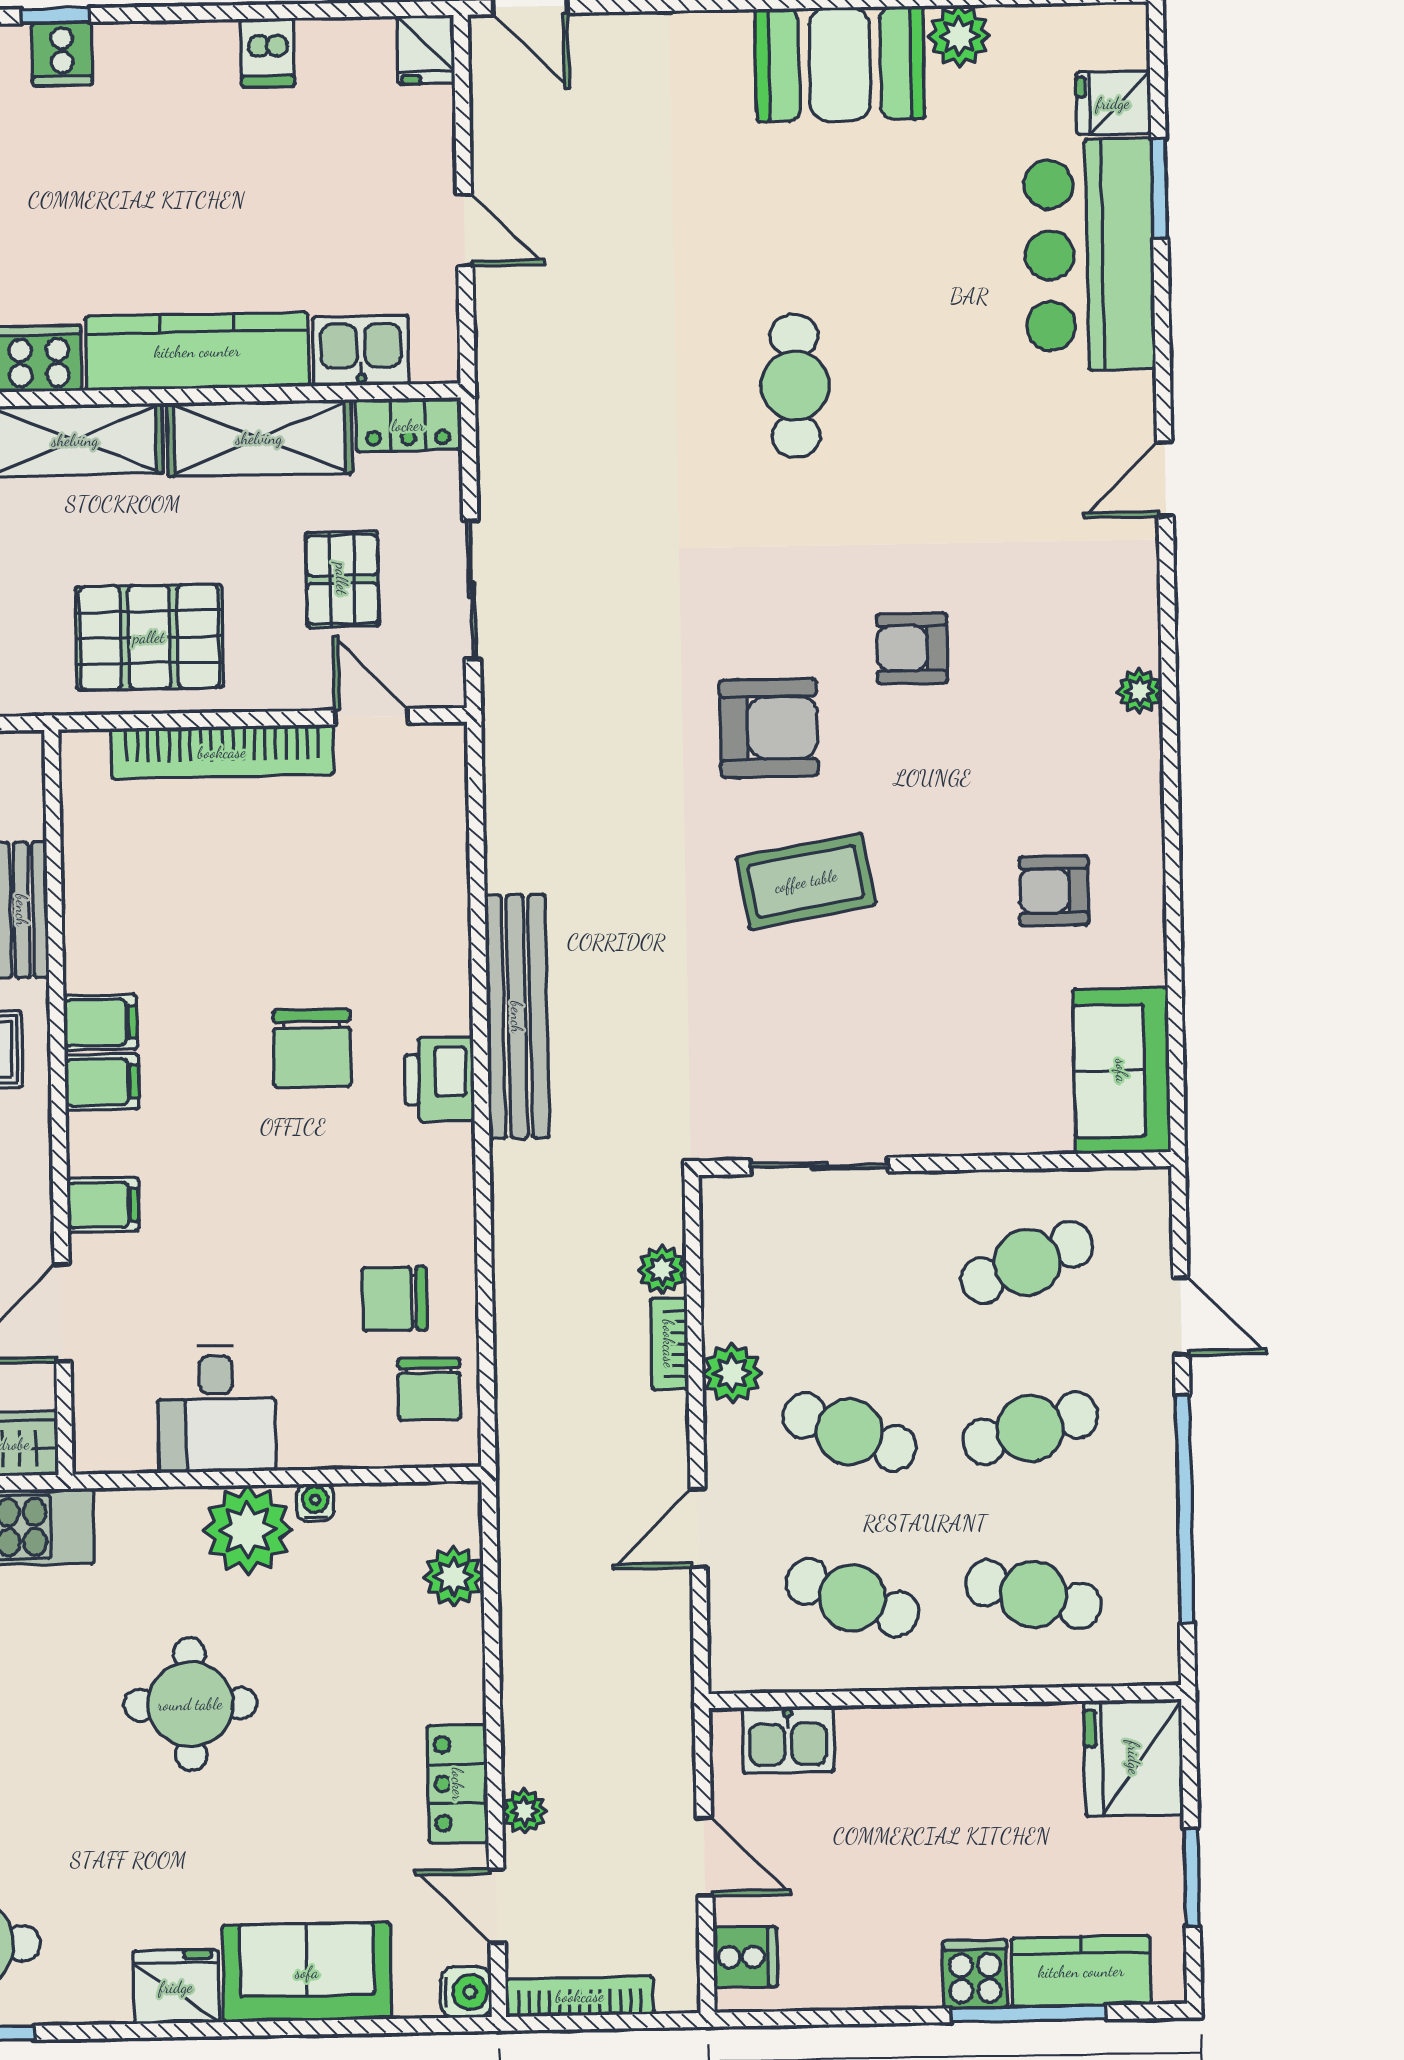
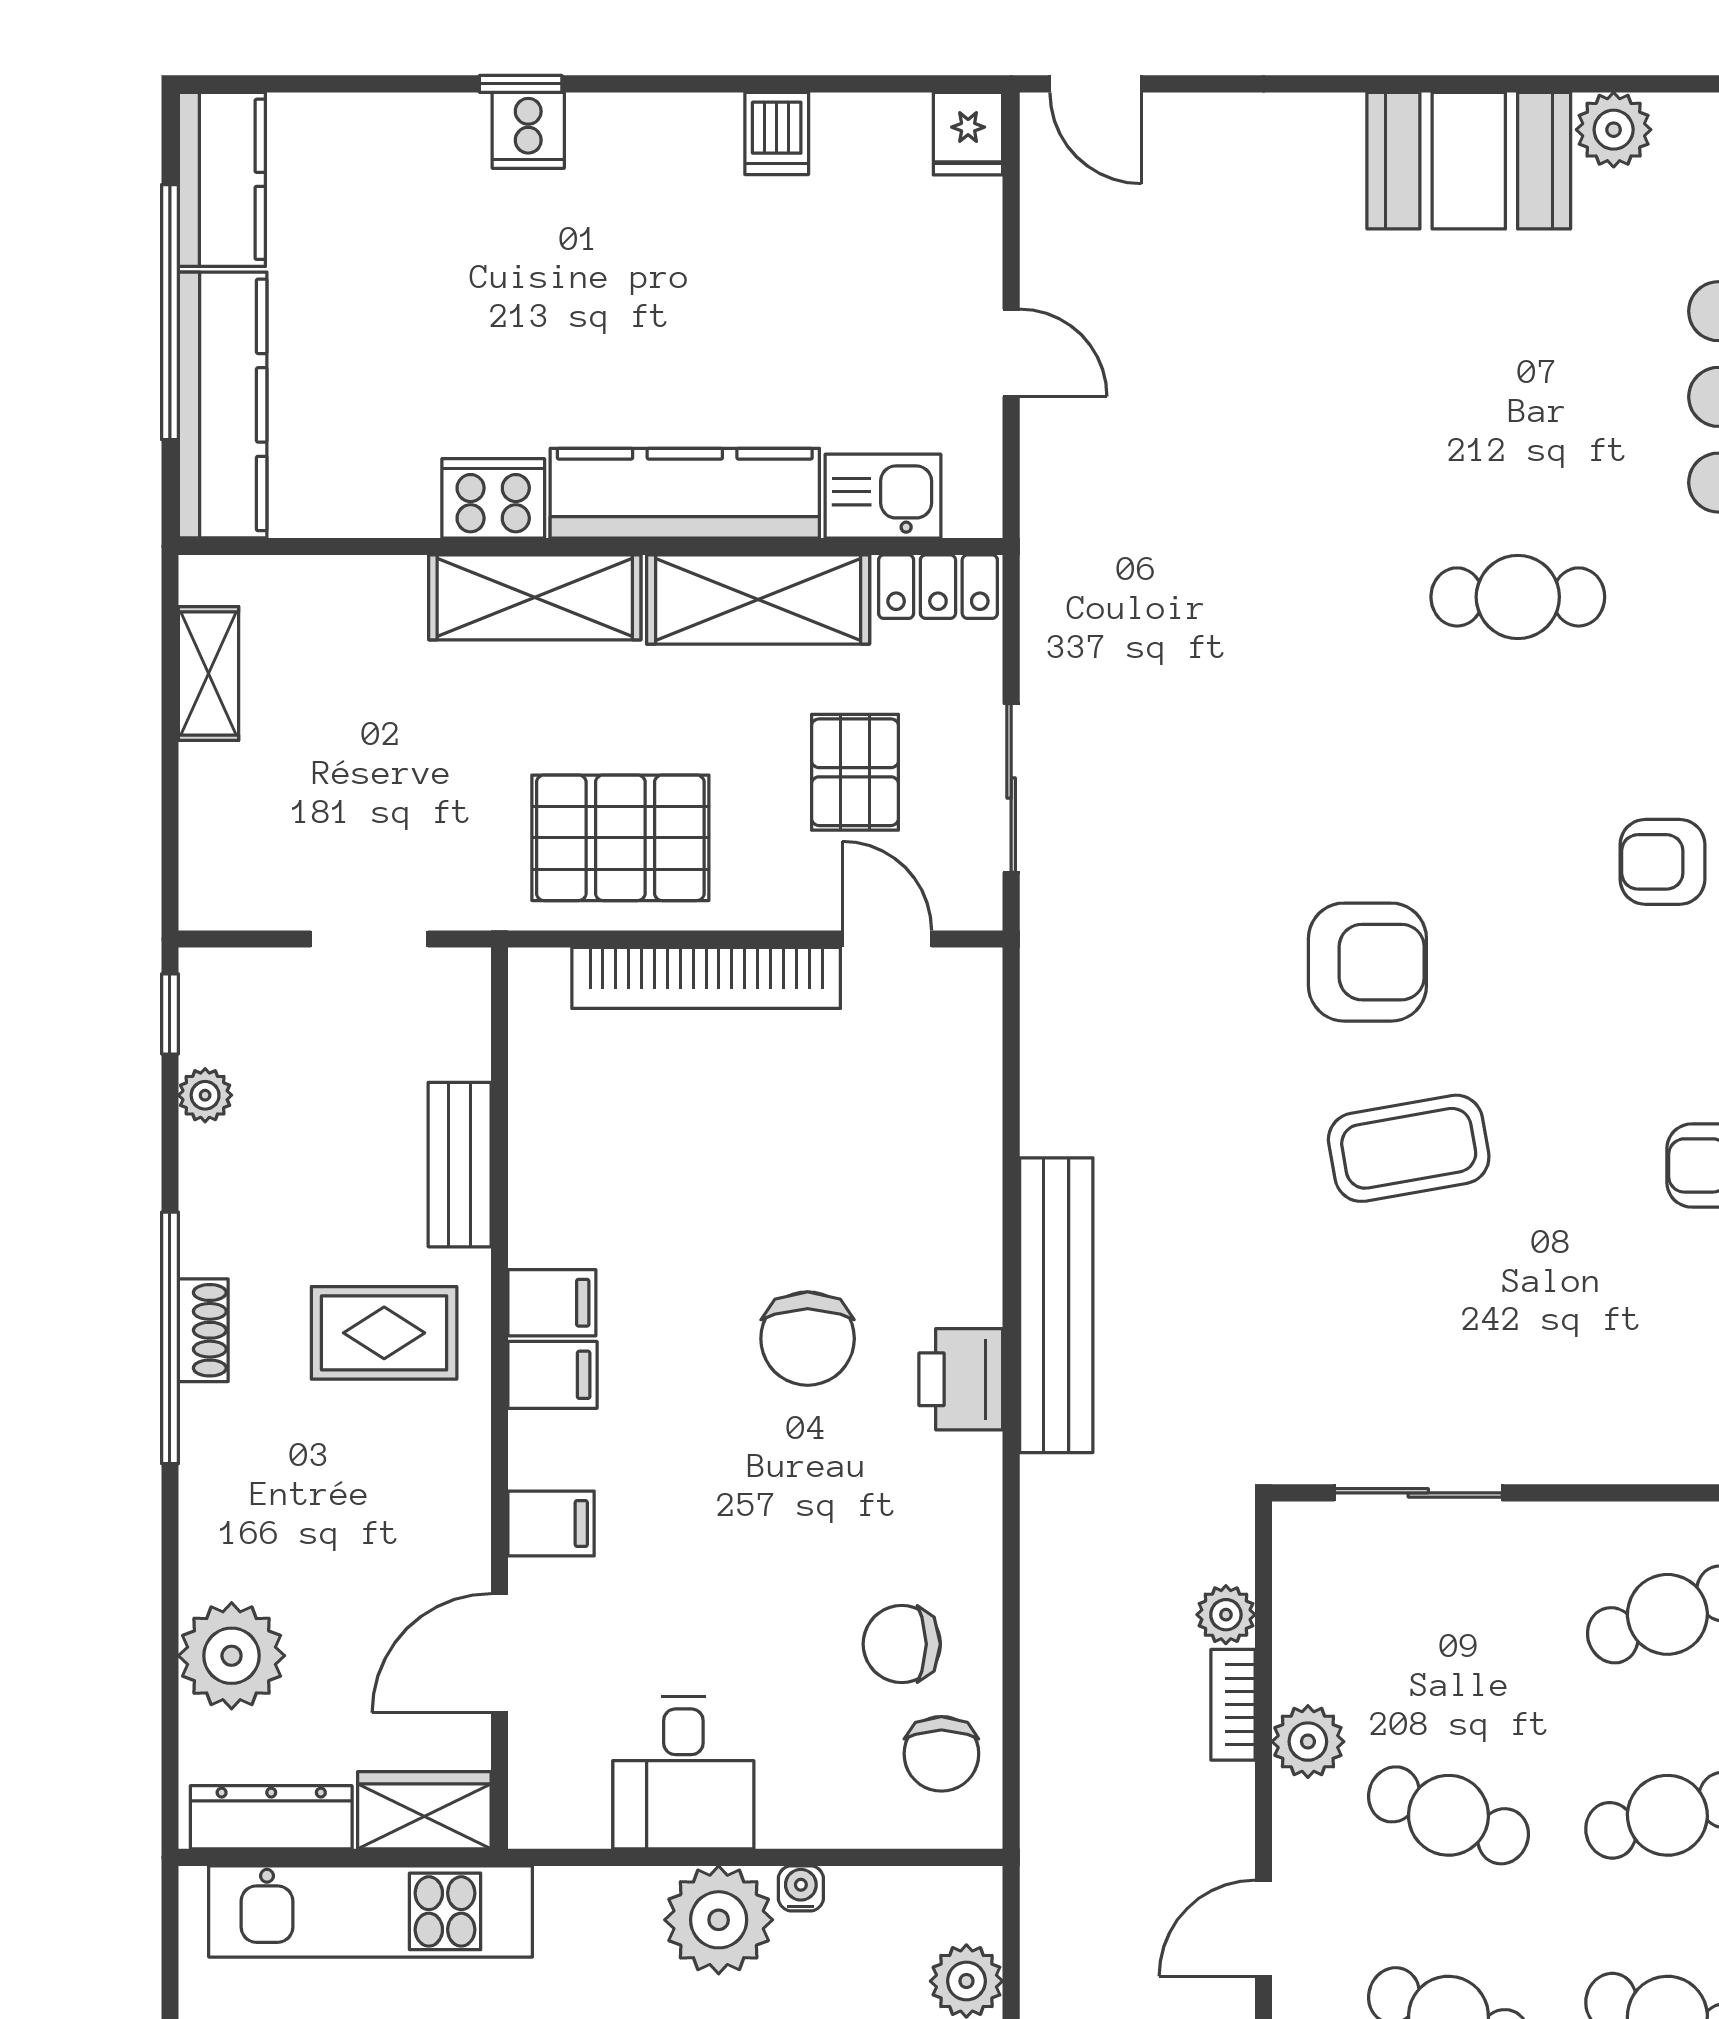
cafe table: (795, 386) -> (1518, 597), moved, turned 90
armchair: (912, 648) -> (1662, 862), moved

